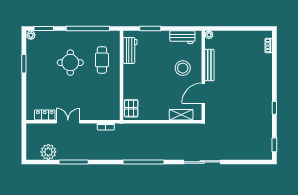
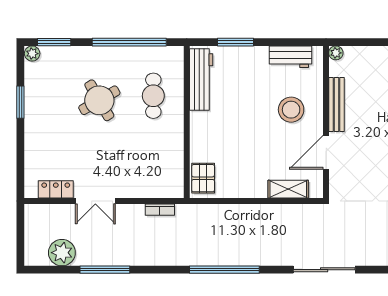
workbench: (130, 50) -> (201, 79), width x1.38
round table: (70, 63) -> (99, 100), turned -30
double door: (68, 122) -> (95, 201), swing flipped

